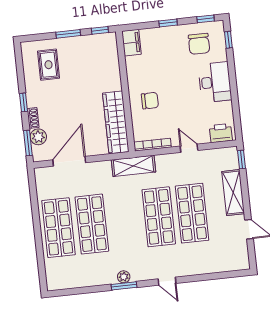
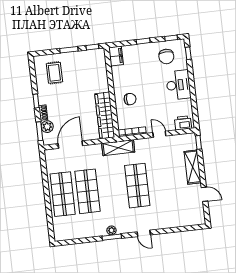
shop shelf: (192, 213) -> (162, 183), removed

